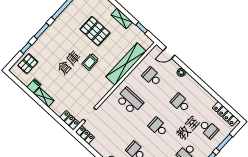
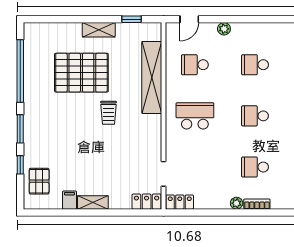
pallet: (95, 31) -> (81, 73), width x1.37, depth x1.41

